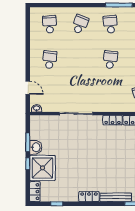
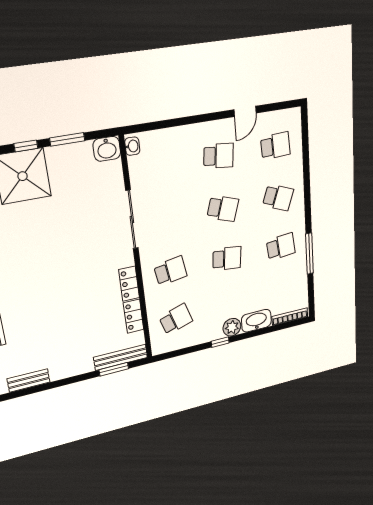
school desk: (80, 60) -> (223, 209), added
door: (28, 88) -> (245, 111), moved
school desk: (110, 95) -> (170, 271), added
washbasin: (36, 147) -> (107, 149), moved

